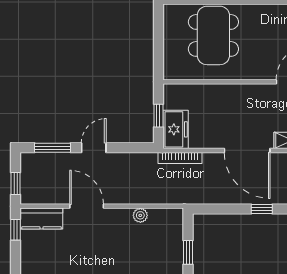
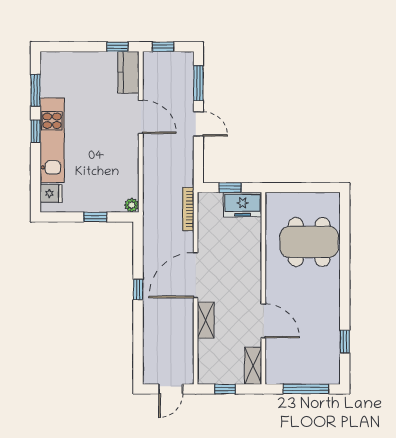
freezer: (176, 129) -> (242, 205), moved
door: (87, 206) -> (141, 117), hinge flipped
plant: (140, 215) -> (132, 205), moved

